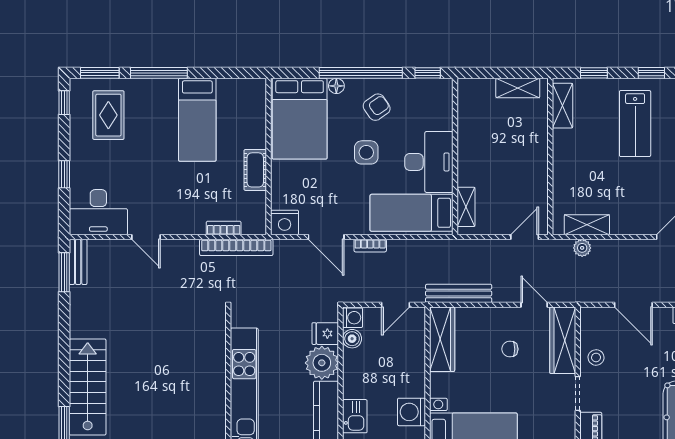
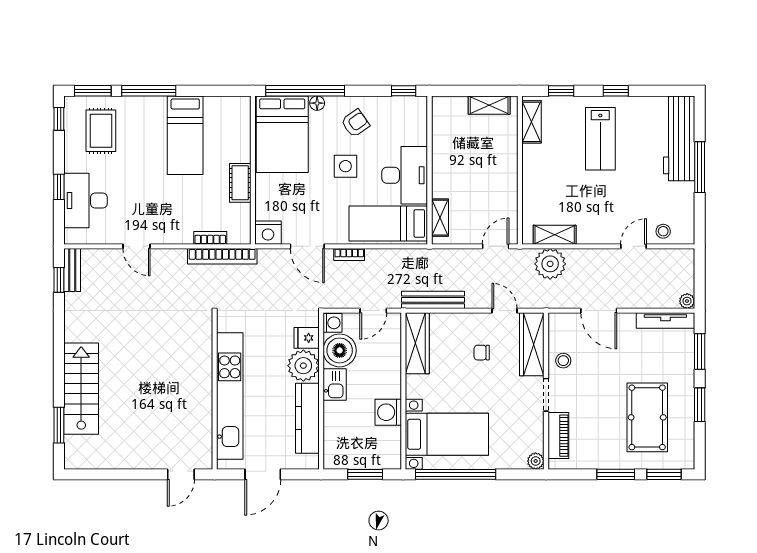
window: (361, 73) -> (305, 91), moved
desk: (98, 212) -> (86, 201), moved, turned 90
plant: (582, 248) -> (550, 264), width x1.87, depth x1.87
window: (64, 272) -> (59, 280), width x0.67
boiler: (352, 339) -> (340, 350), width x1.86, depth x1.86
kitchen sink: (355, 416) -> (335, 385), moved

